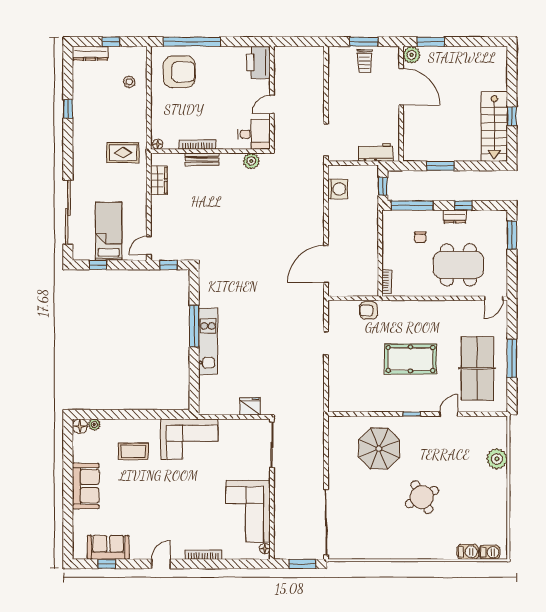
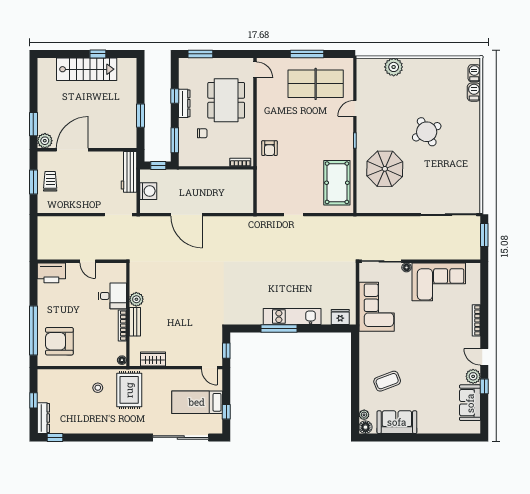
trolley: (365, 61) -> (50, 181), turned -90
armchair: (179, 72) -> (59, 341), turned -90
stool: (129, 82) -> (98, 388), moved
window: (68, 109) -> (55, 437), moved
stairs: (494, 127) -> (87, 69), moved
desk: (254, 134) -> (112, 296), moved, turned 90
workbench: (376, 152) -> (129, 172), width x1.38
rug: (123, 153) -> (129, 390), width x1.36, depth x1.43
plant: (251, 161) -> (136, 299), moved
washing machine: (338, 189) -> (148, 191), moved, turned 90
window: (412, 205) -> (175, 140), width x0.69
dresser: (455, 216) -> (184, 103), width x1.44
door: (326, 264) -> (187, 215), moved
armchair: (369, 310) -> (269, 148), moved
pool table: (410, 359) -> (337, 183), moved
fridge: (250, 406) -> (340, 317), moved, turned 90
door: (449, 414) -> (355, 108), hinge flipped
corner sofa: (189, 439) -> (377, 307), moved
coffee table: (133, 451) -> (387, 381), turned 69
sofa: (86, 486) -> (397, 422), moved
floor lamp: (265, 549) -> (407, 267), moved
plant: (139, 551) -> (473, 376), added
window: (106, 564) -> (484, 386), moved

